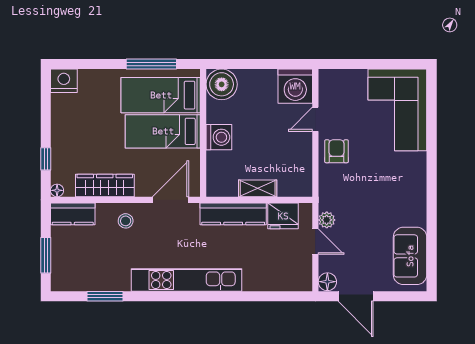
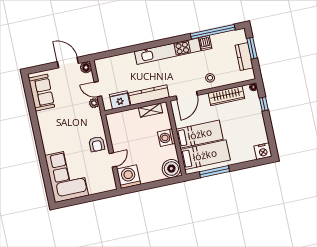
shelving: (258, 188) -> (151, 110), moved
kitchen counter: (73, 214) -> (244, 57), moved, turned -90
dishwasher: (121, 280) -> (205, 43), added
window: (105, 296) -> (213, 32), width x2.11

